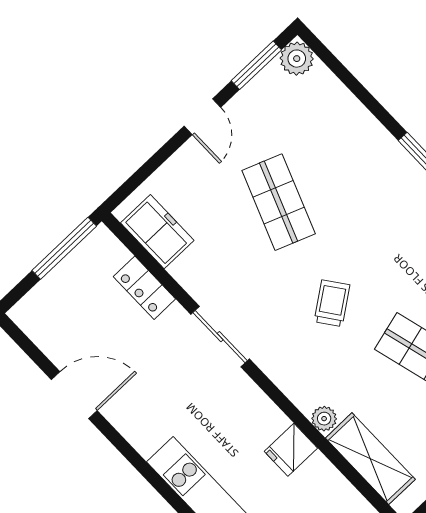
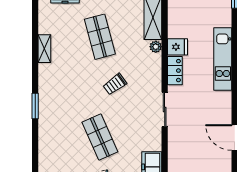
shop shelf: (279, 202) -> (100, 137), turned -45
locker: (144, 288) -> (175, 71), moved

